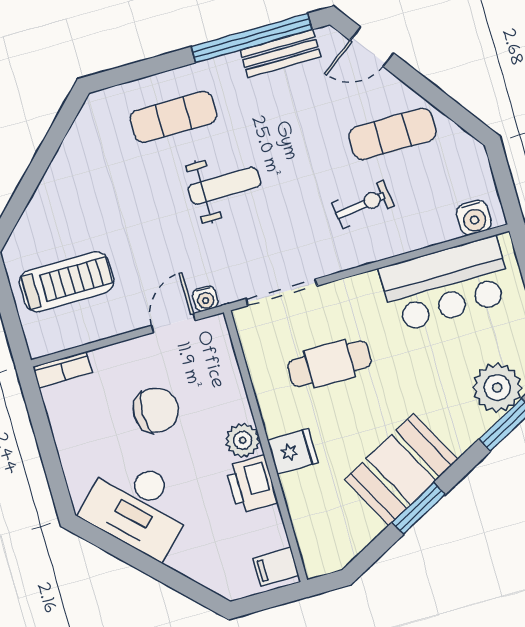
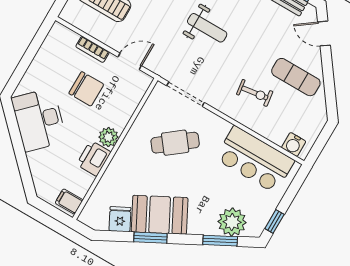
water cooler: (205, 299) -> (152, 65), removed
cafe table: (330, 364) -> (175, 143), turned -38
bookcase: (63, 370) -> (92, 49), moved
fridge: (293, 451) -> (120, 219), moved, turned -118

